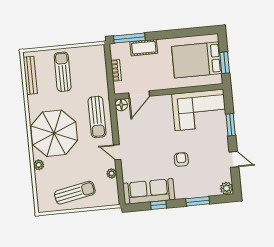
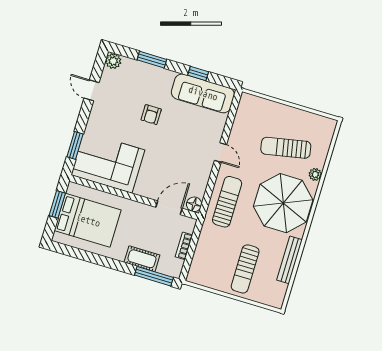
bench: (30, 75) -> (290, 260), moved
window: (231, 125) -> (75, 145), moved
plant: (112, 173) -> (237, 131), removed
sun lounger: (75, 193) -> (286, 148), moved

